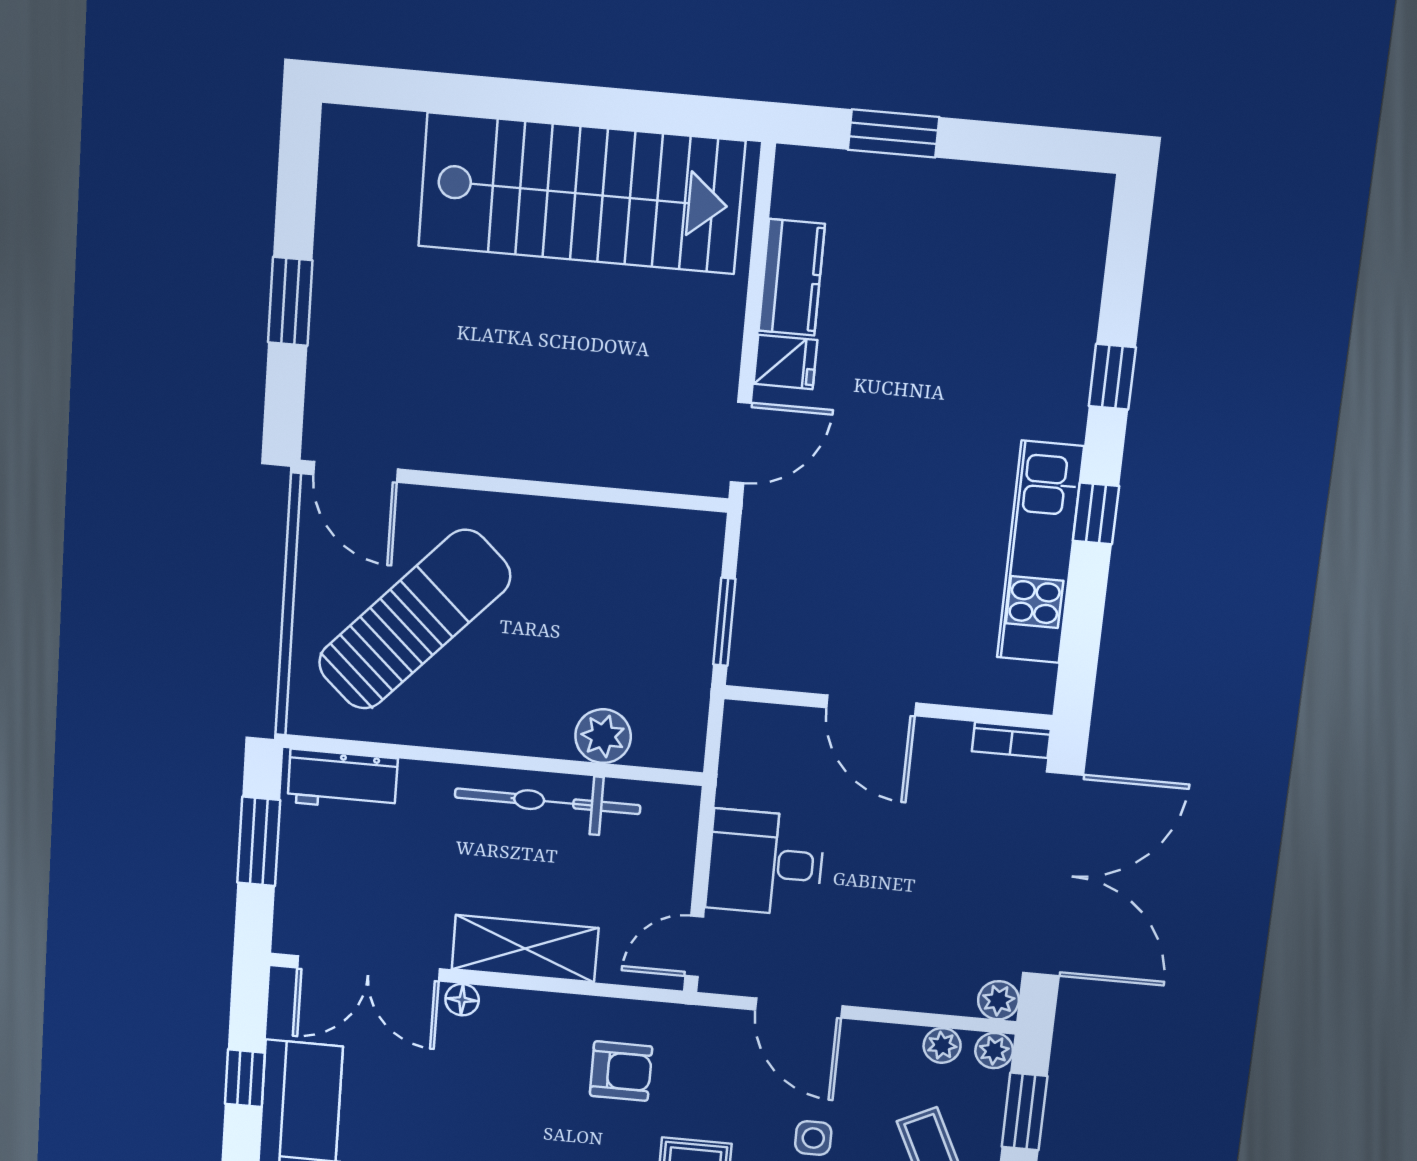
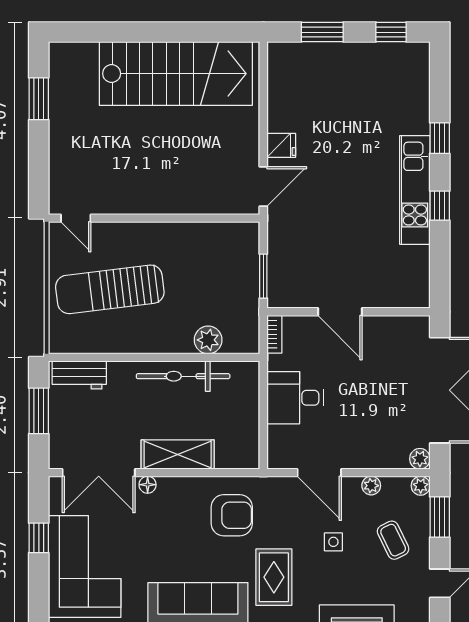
window: (1037, 146) -> (391, 32), added
kitchen counter: (792, 277) -> (280, 104), removed
window: (290, 301) -> (39, 99), moved
door: (355, 472) -> (76, 218), width x0.73
kitchen unit: (1040, 552) -> (415, 190), moved
sun lounger: (414, 620) -> (110, 289), turned -140
bookcase: (1011, 740) -> (274, 334), moved, turned -90
door: (694, 946) -> (263, 445), removed
plant: (942, 1045) -> (371, 486), moved
armchair: (621, 1071) -> (232, 515), width x1.38, depth x1.38

